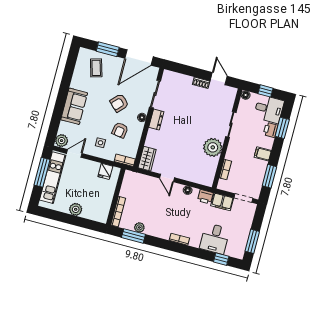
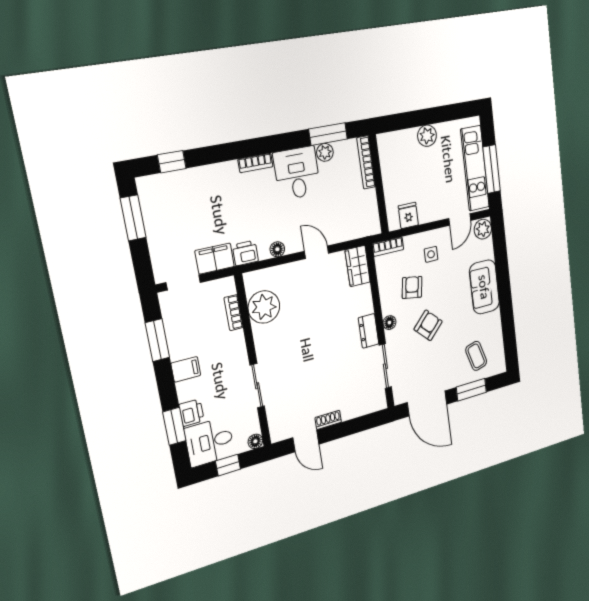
door: (139, 57) -> (427, 403), swing flipped
plant: (213, 147) -> (264, 307), moved
desk: (215, 239) -> (297, 173), moved

